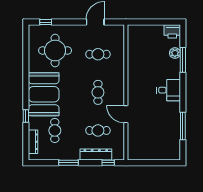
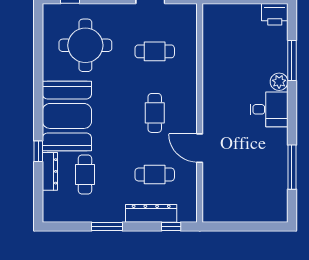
plant: (175, 53) -> (279, 82), moved
dresser: (33, 142) -> (50, 171), moved

